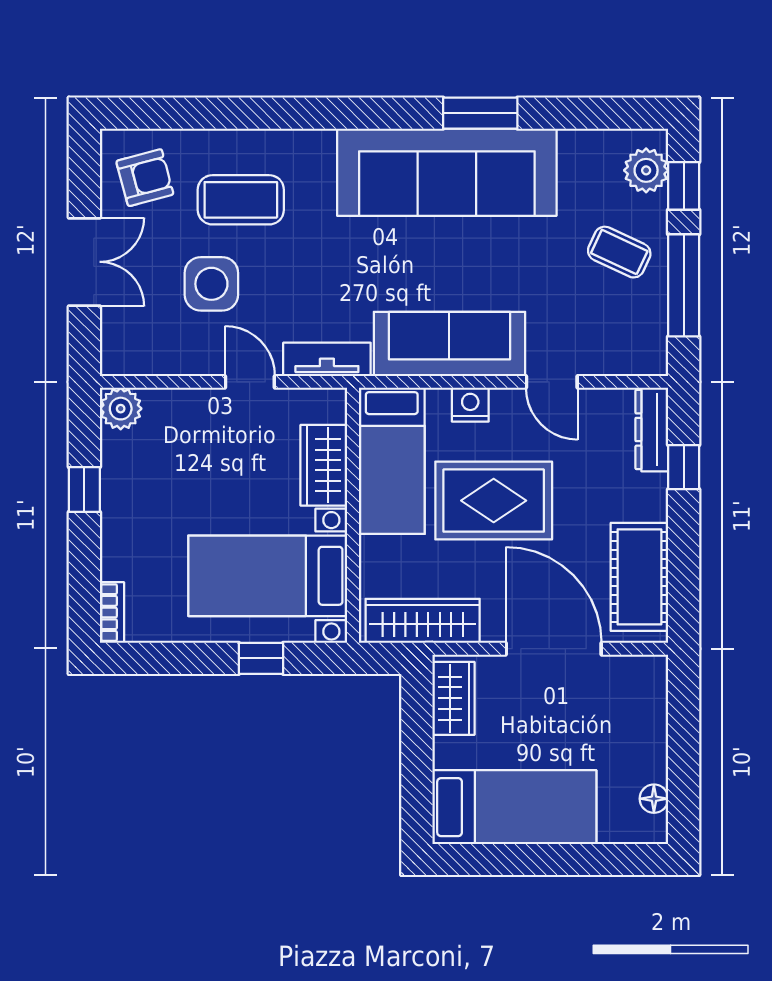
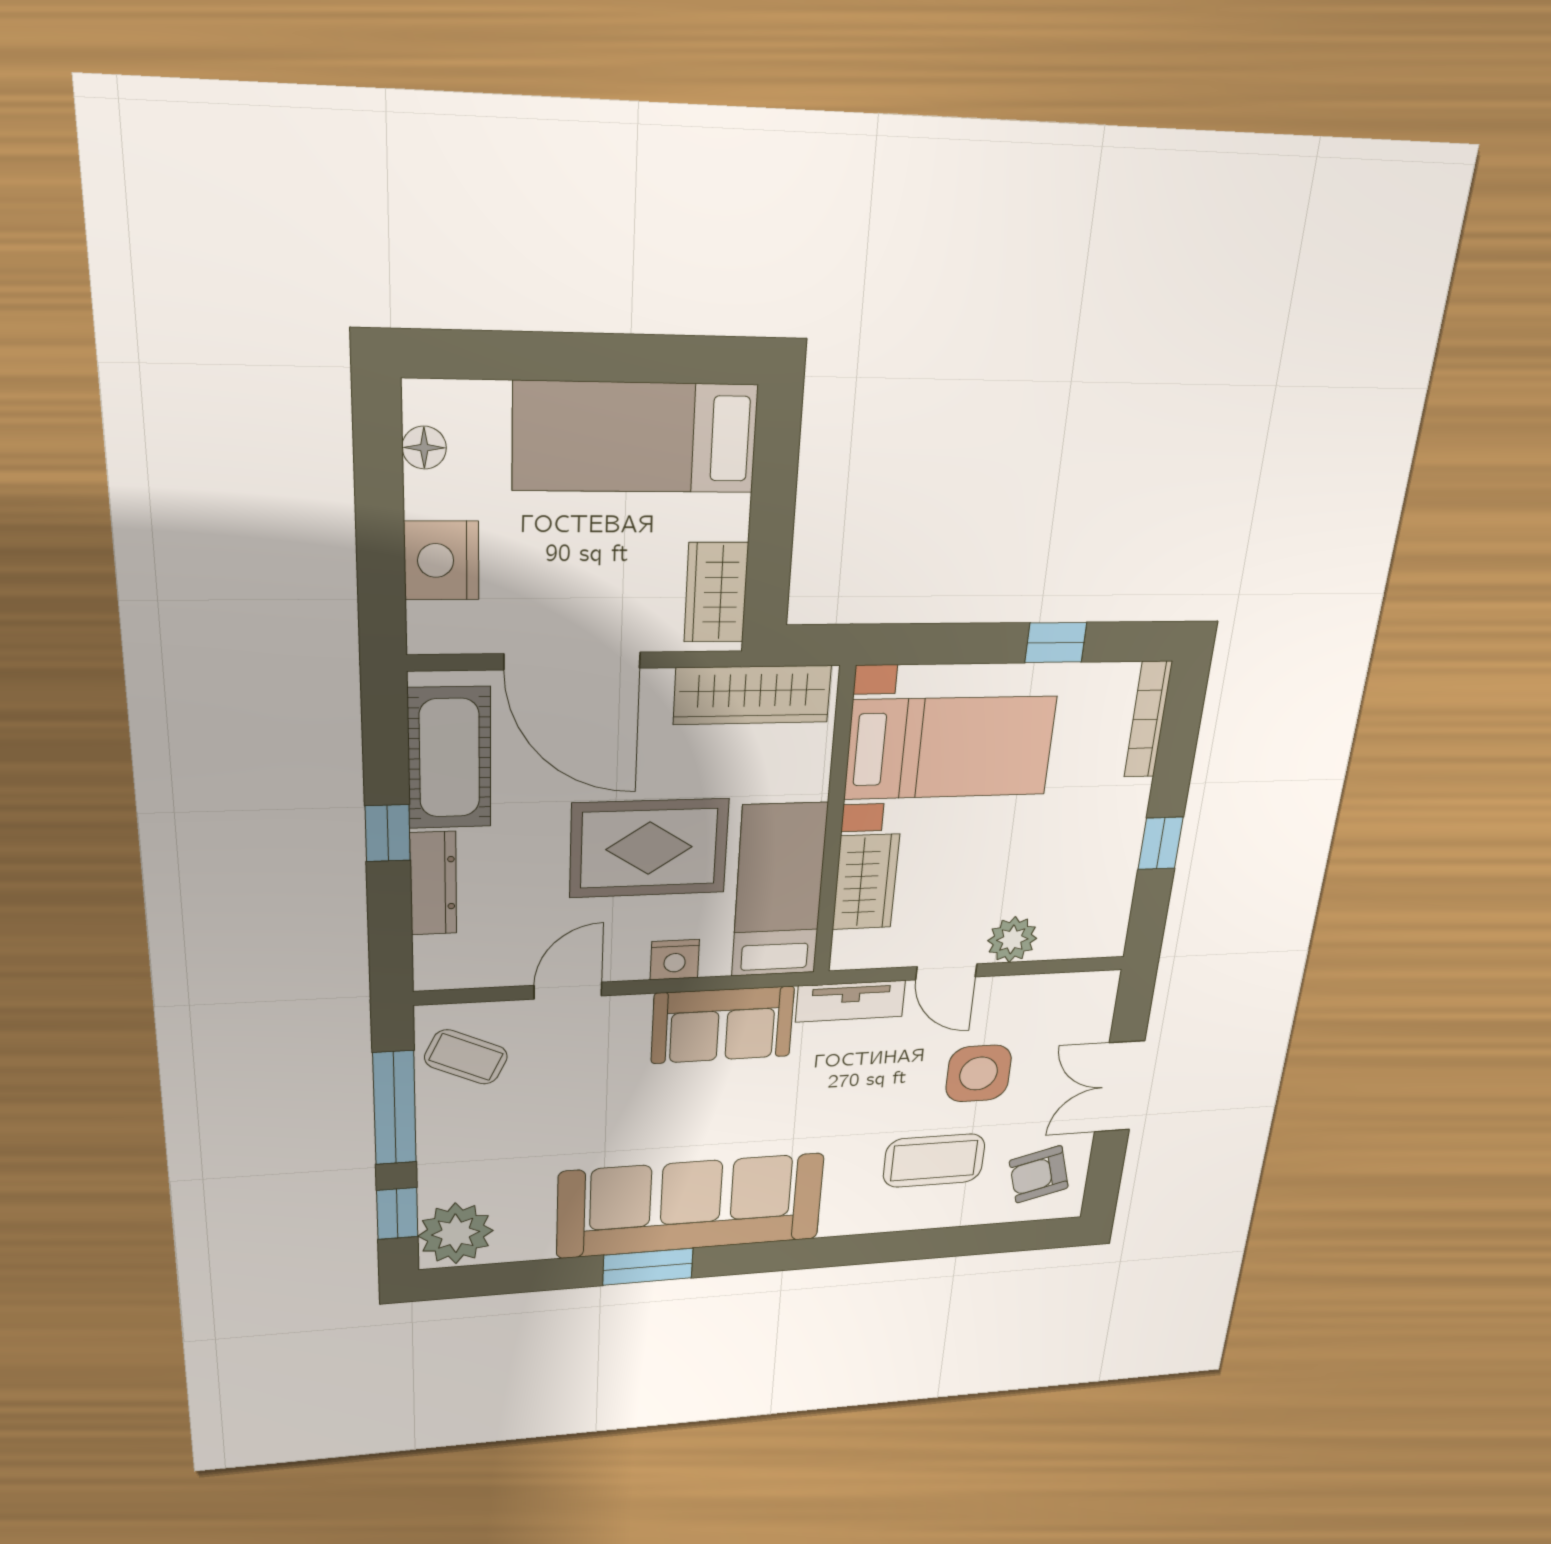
plant: (646, 170) -> (456, 1233), width x1.36, depth x1.36
coffee table: (619, 252) -> (466, 1057), moved
sofa: (449, 344) -> (723, 1025), width x0.73
door: (552, 382) -> (568, 991), hinge flipped
plant: (121, 409) -> (1012, 940), moved
dresser: (652, 430) -> (433, 883), moved
window: (684, 467) -> (388, 833), moved
bookcase: (112, 613) -> (1148, 719), width x1.56
window: (261, 658) -> (1056, 643), moved
nightstand: (643, 722) -> (442, 560), added

